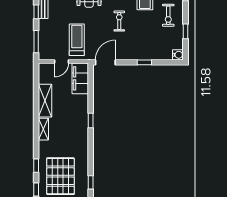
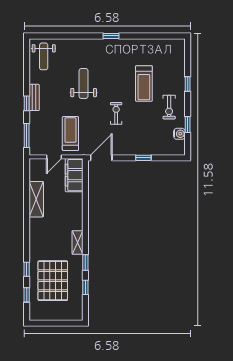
water cooler: (178, 55) -> (179, 134), moved
window: (91, 120) -> (85, 262), moved
shelving: (43, 129) -> (77, 242), moved

